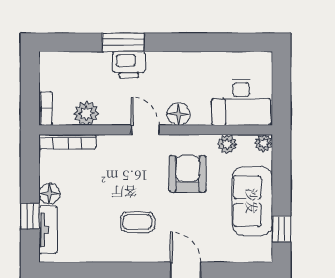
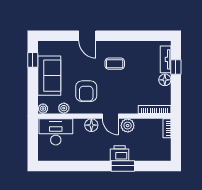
plant: (86, 113) -> (128, 126), moved

